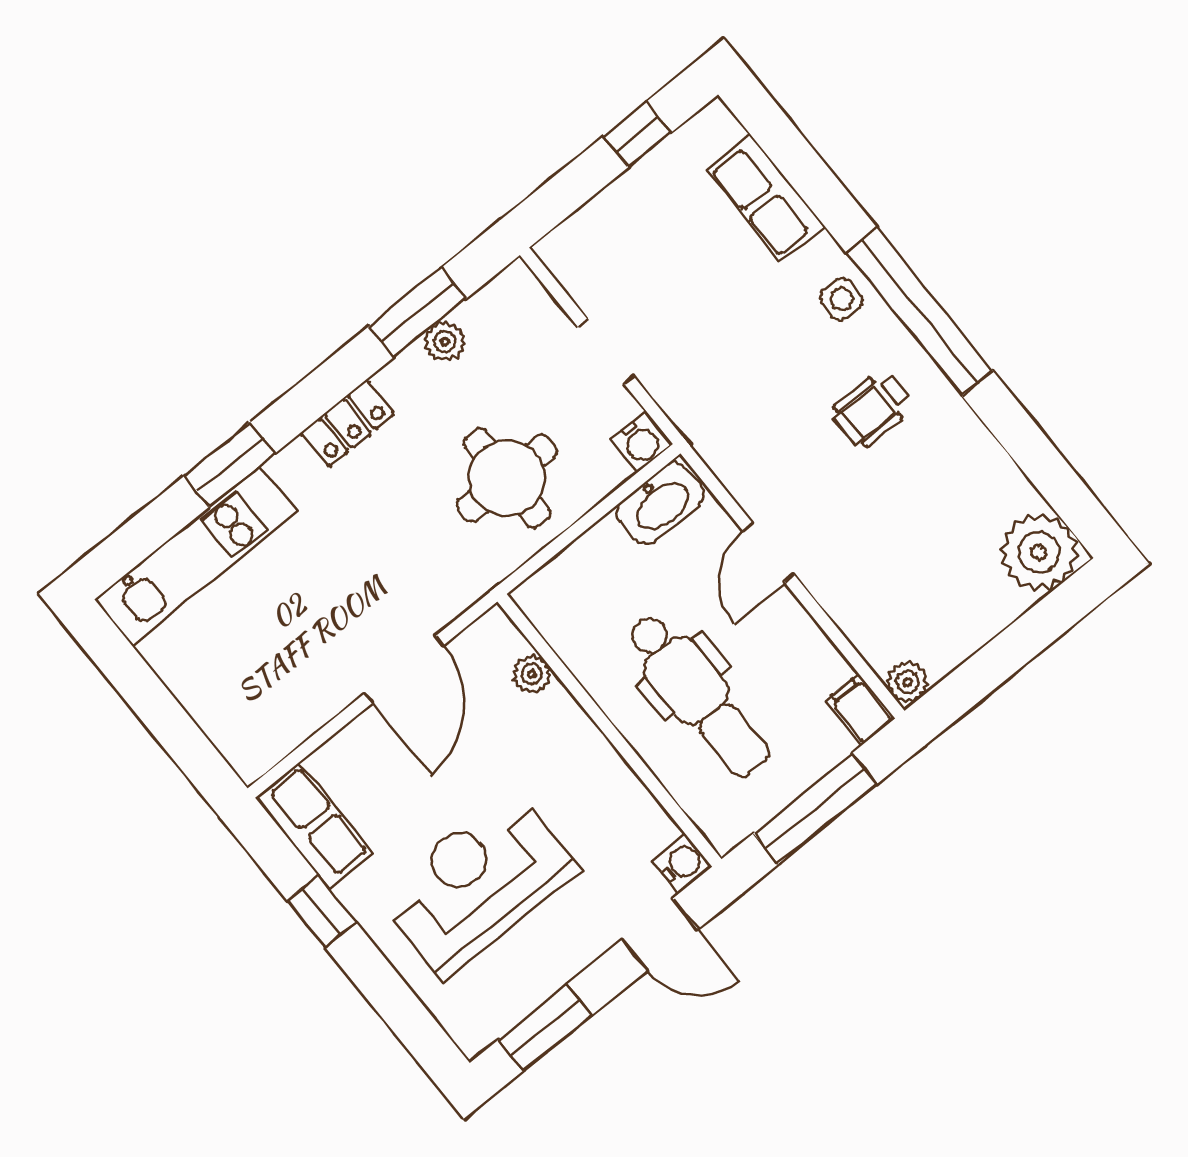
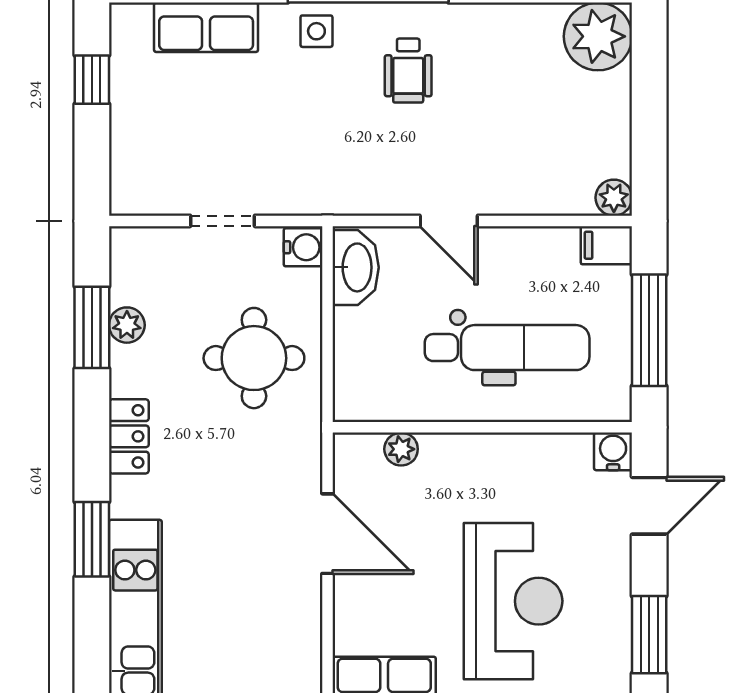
reception desk: (477, 882) -> (513, 601), turned 180

